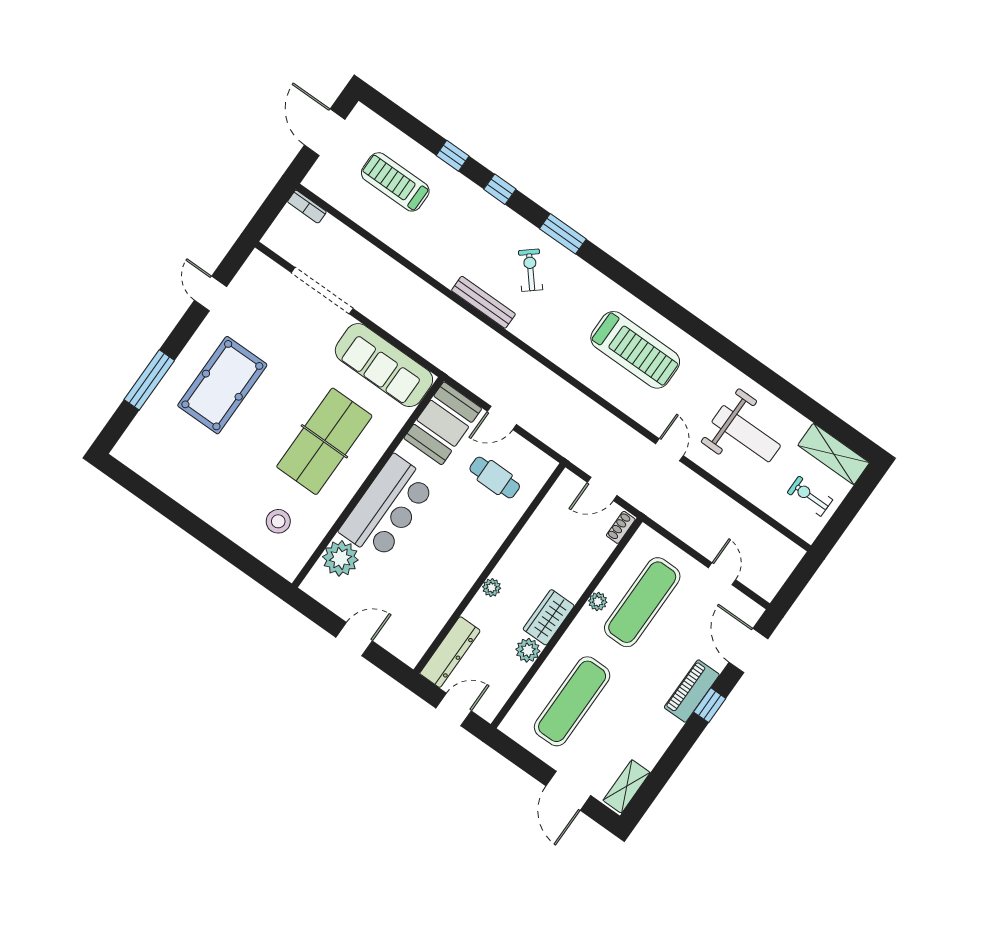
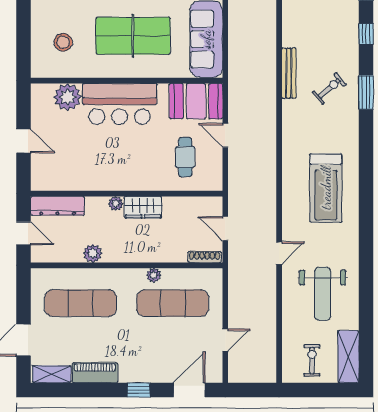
shoe rack: (621, 527) -> (205, 257), width x1.43
wardrobe: (549, 617) -> (143, 207), moved, turned 180
piano: (692, 691) -> (95, 373), moved

